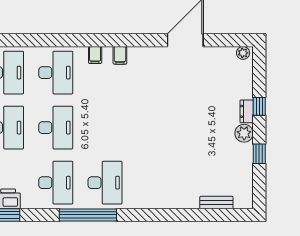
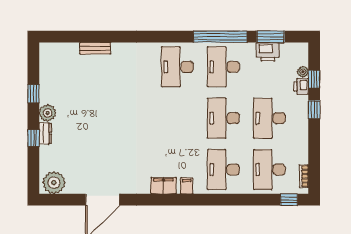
plant: (243, 53) -> (54, 183), width x1.87, depth x1.87
filing cabinet: (120, 55) -> (163, 186), width x2.00
bench: (216, 202) -> (95, 48), moved
window: (88, 215) -> (220, 37), moved

